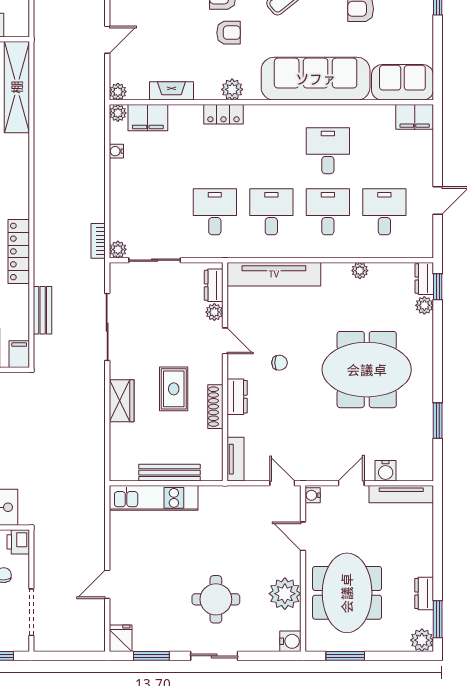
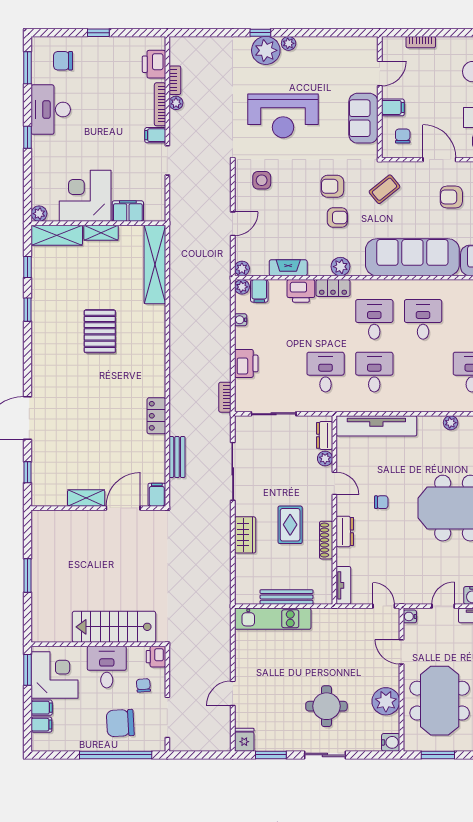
filing cabinet: (148, 118) -> (259, 291), width x0.50
printer: (186, 118) -> (301, 291), added
printer: (123, 202) -> (246, 363), added
desk: (328, 212) -> (374, 319), moved
plant: (118, 249) -> (242, 405), removed
locker: (19, 251) -> (156, 416), width x0.66

